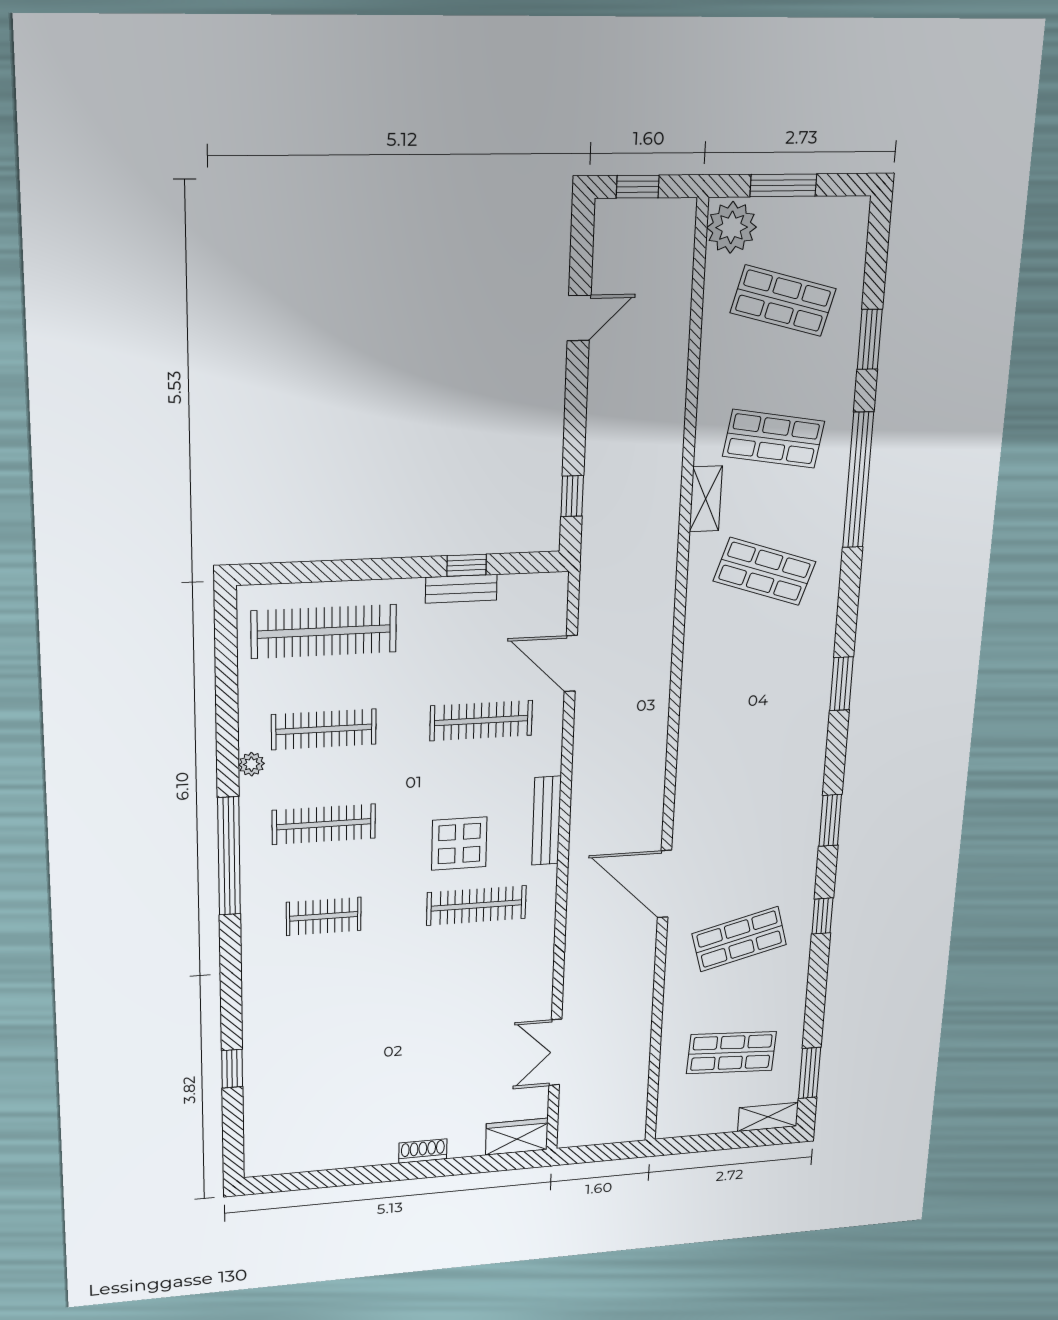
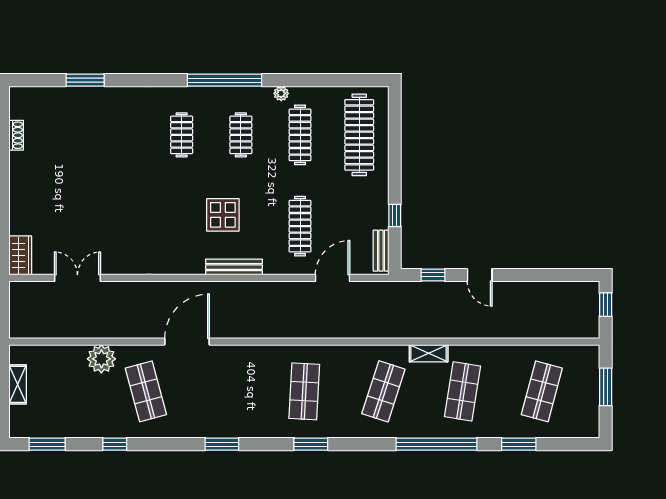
plant: (732, 227) -> (101, 359), moved
door: (579, 318) -> (480, 275), moved
bench: (461, 589) -> (381, 251), moved
clothes rail: (324, 824) -> (241, 135), width x0.73
clothes rail: (476, 905) -> (182, 226), removed
window: (822, 916) -> (115, 444), moved
shop shelf: (732, 1053) -> (304, 391), moved
window: (232, 1069) -> (85, 80), width x1.50
shelving: (768, 1117) -> (18, 384), moved
shoe rack: (423, 1151) -> (16, 135), moved

